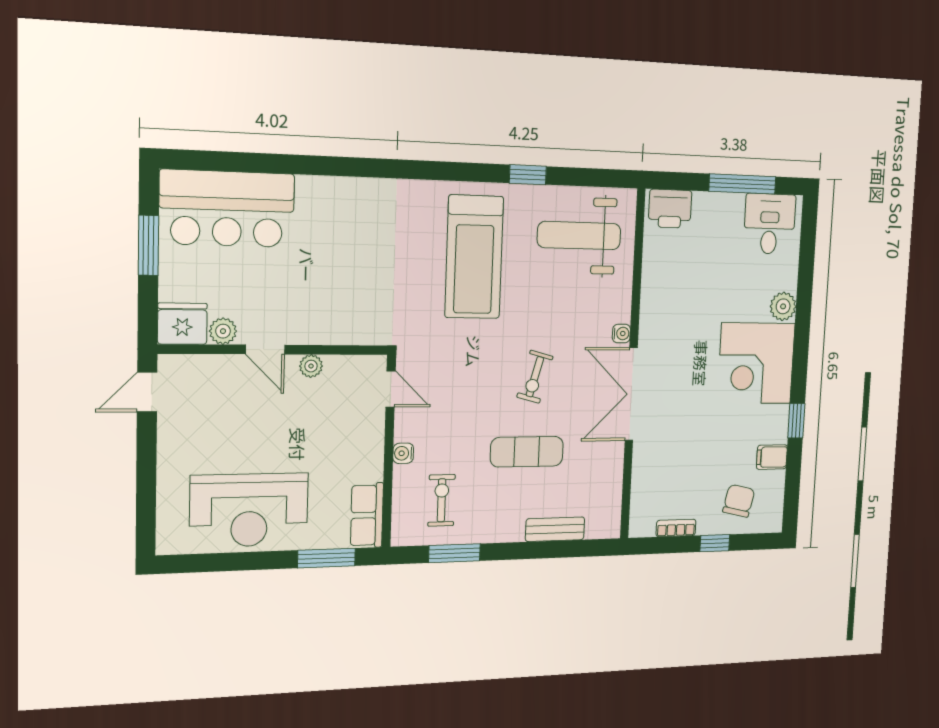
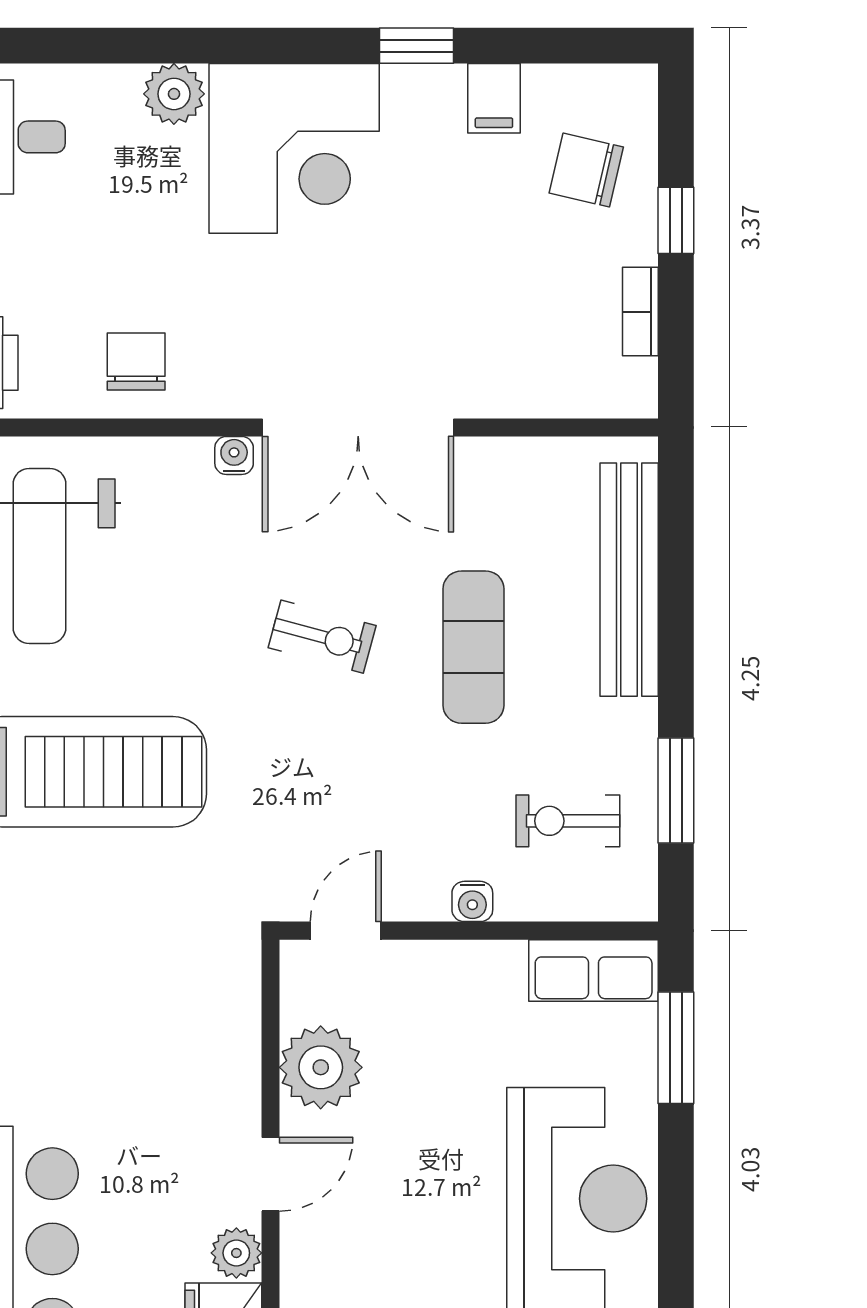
chair: (667, 286) -> (136, 362), added
plant: (311, 366) -> (321, 1067), width x1.88, depth x1.88
bench: (555, 529) -> (629, 580), width x1.86, depth x1.21

